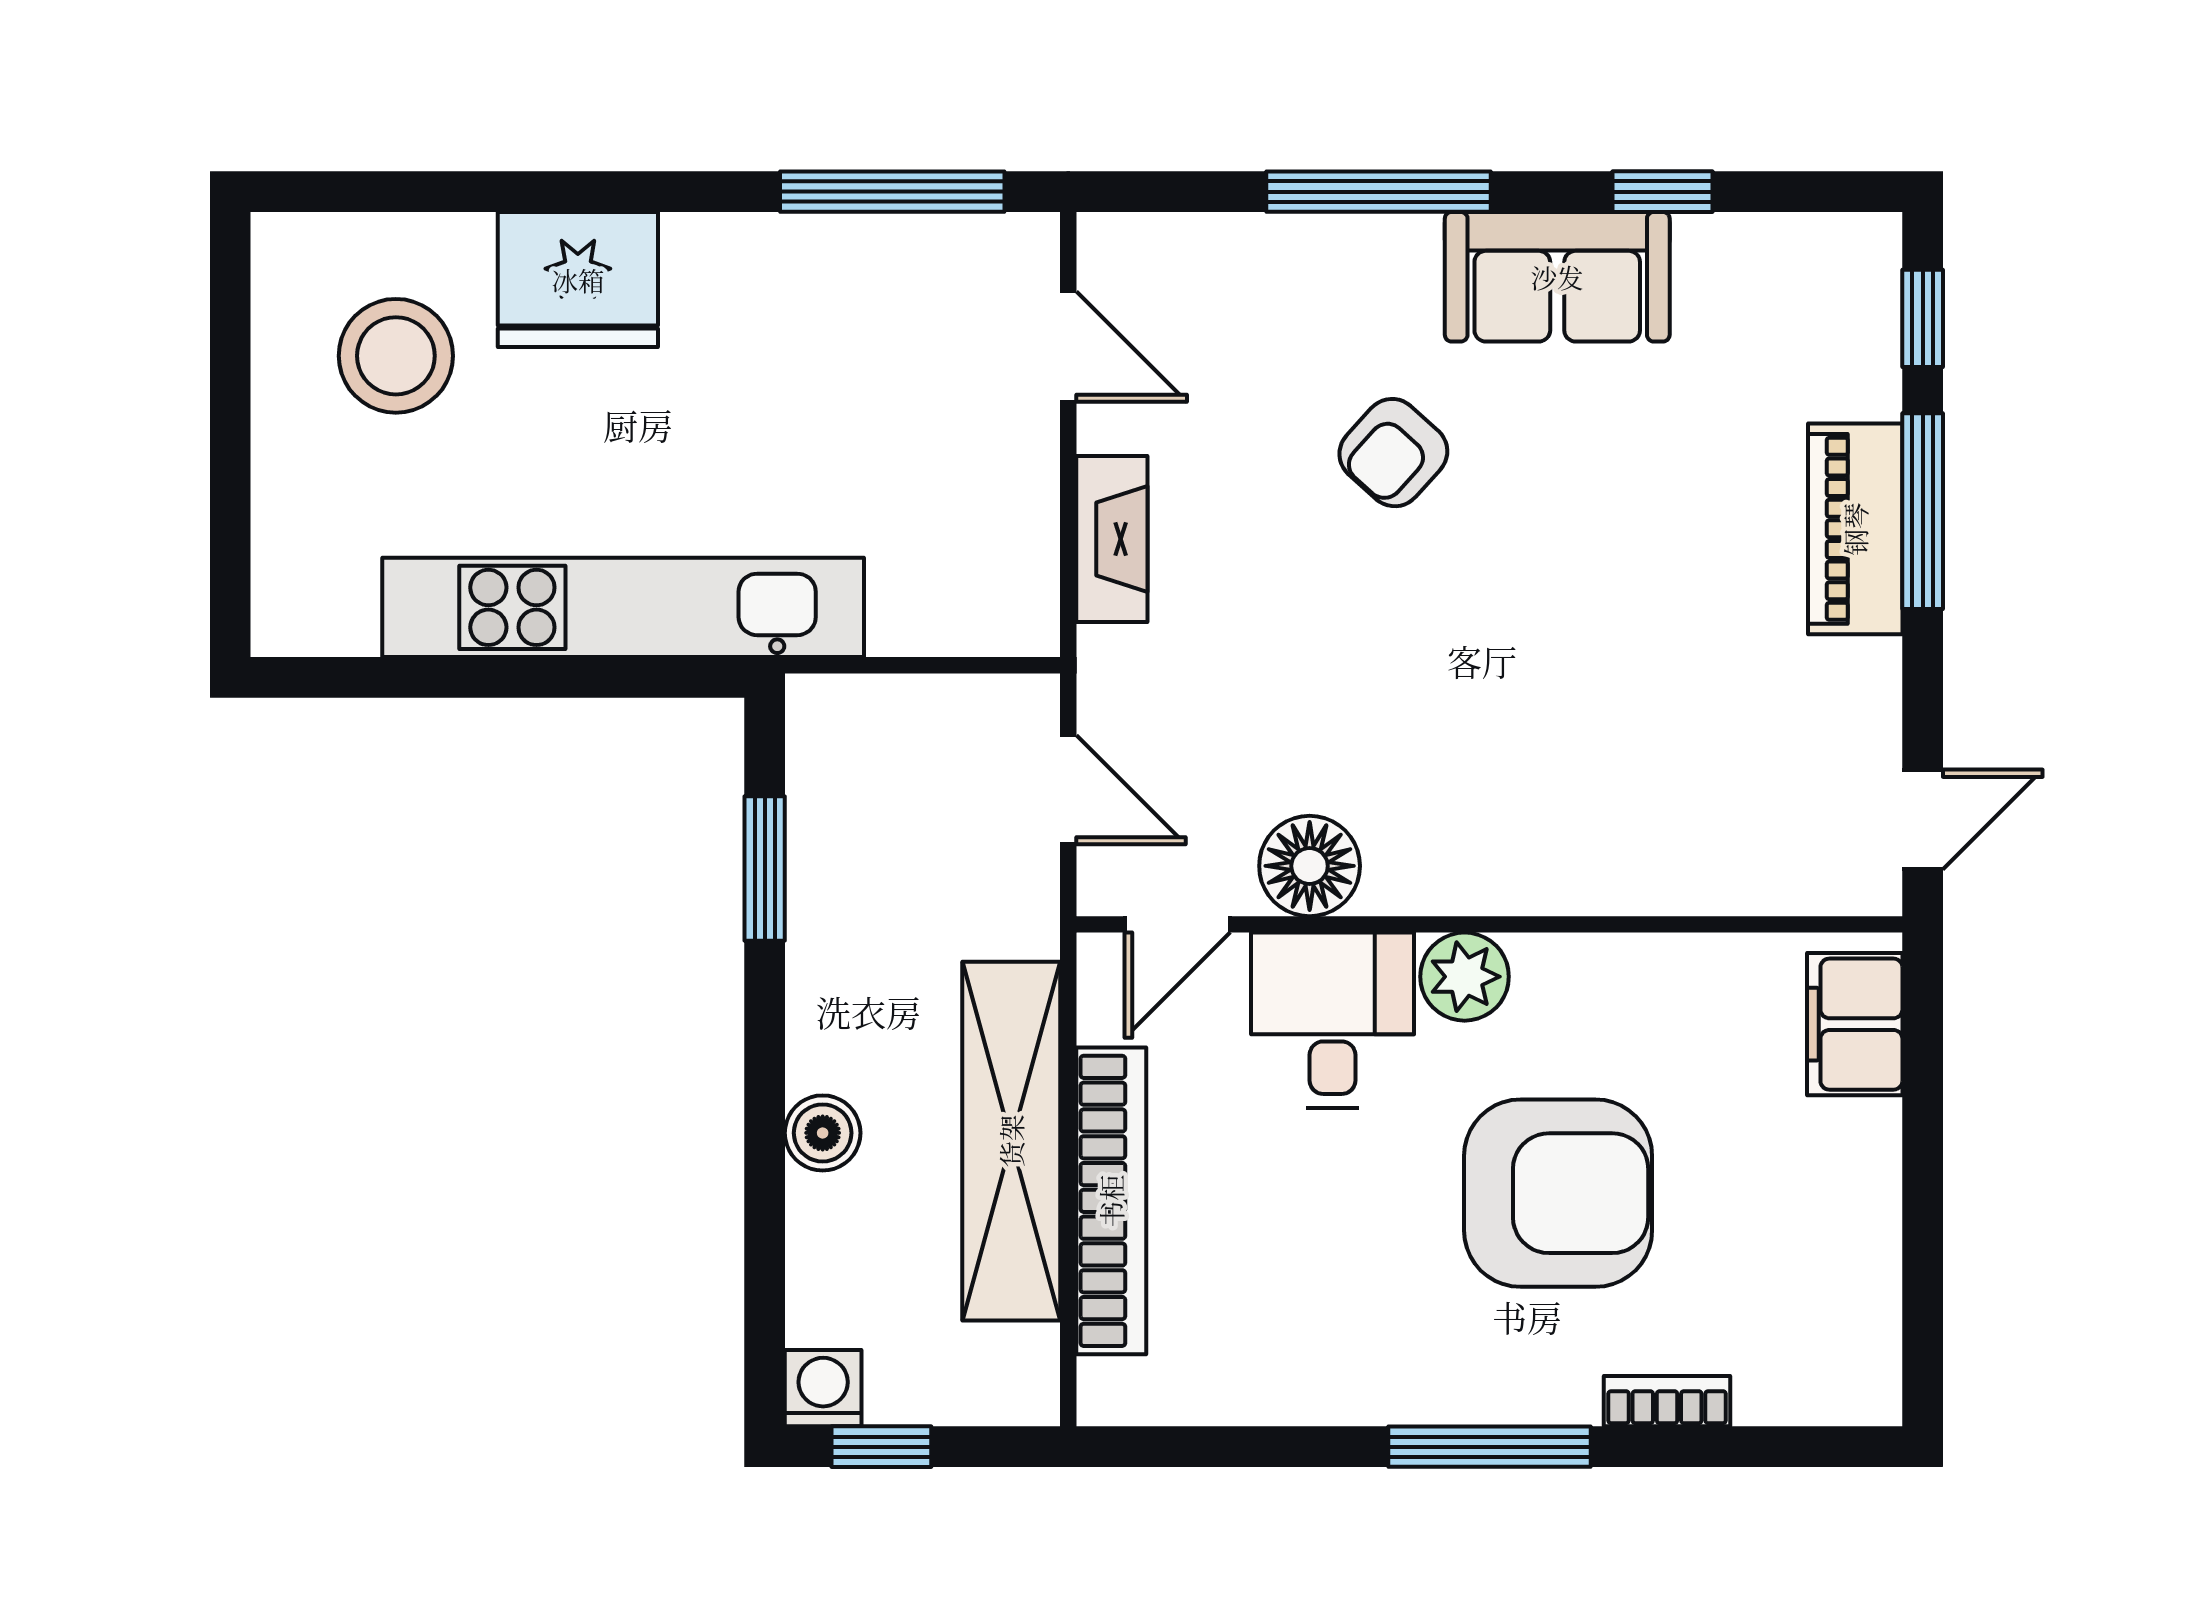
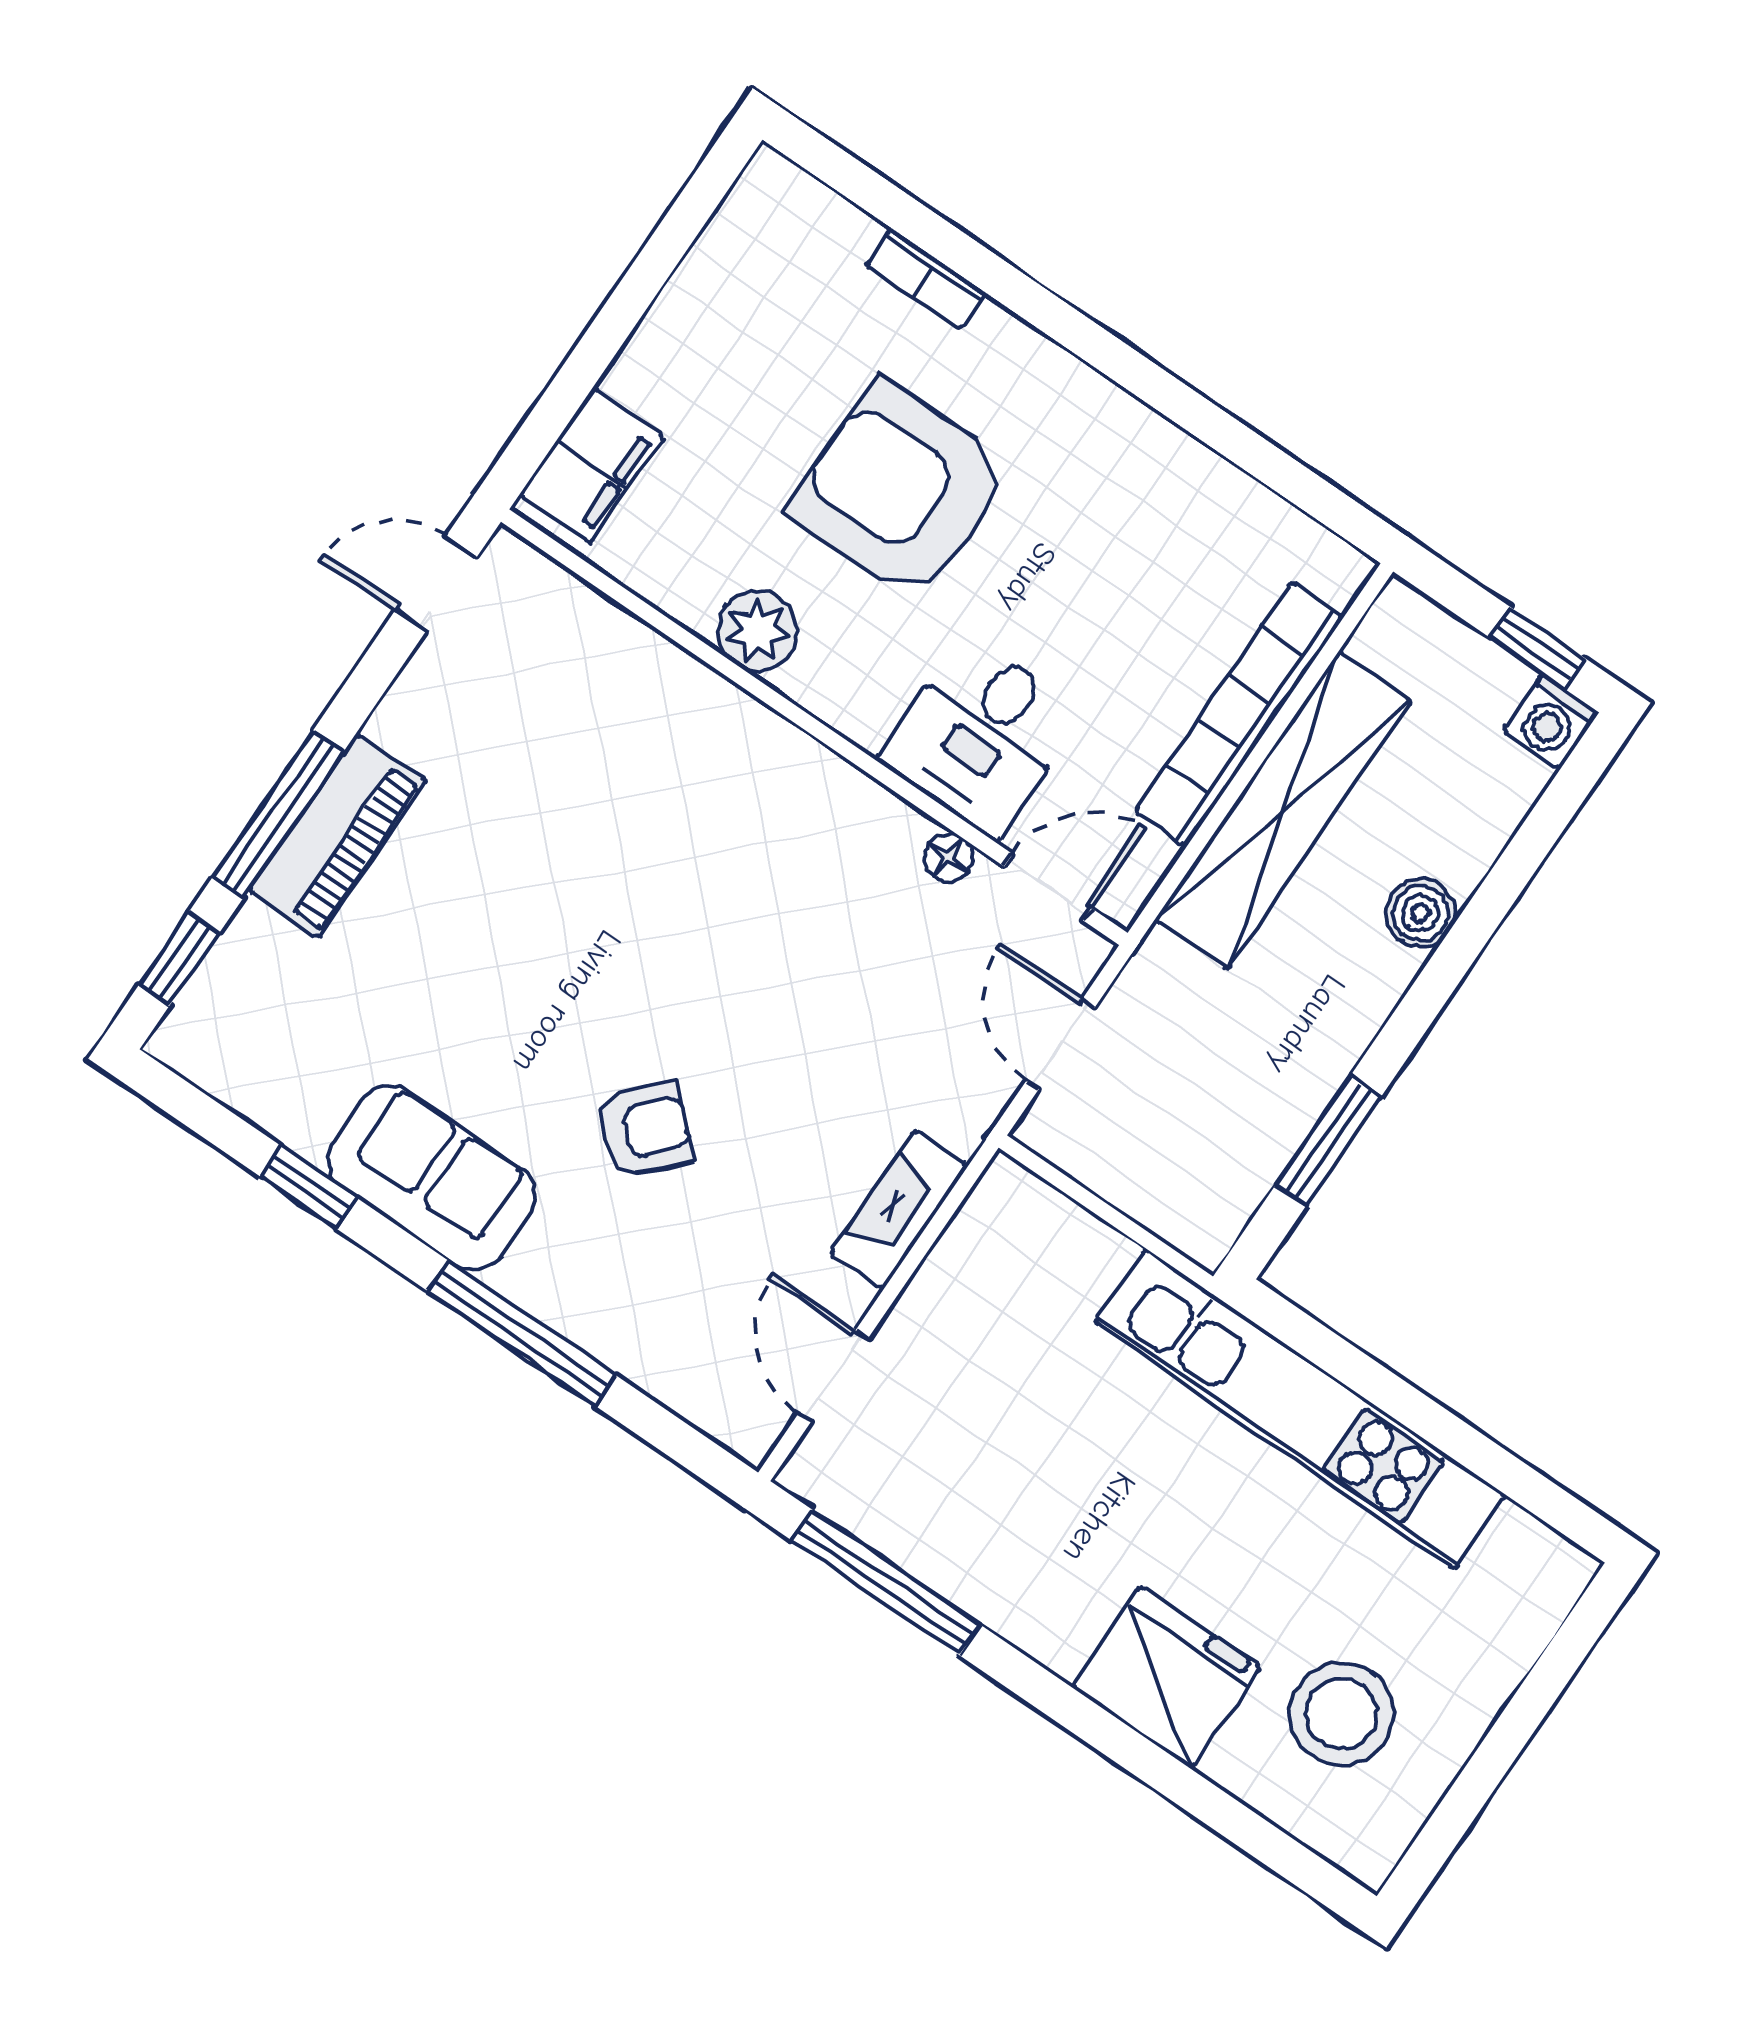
floor lamp: (1310, 866) -> (949, 858), width x0.53, depth x0.53
plant: (1465, 977) -> (758, 631), moved
window: (1490, 1447) -> (1082, 336), removed

